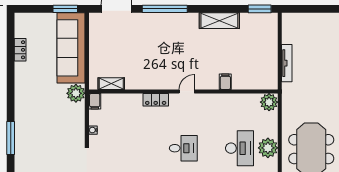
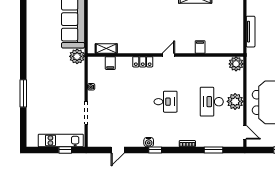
locker: (20, 50) -> (31, 21), removed
filing cabinet: (95, 101) -> (110, 63), moved
desk: (240, 148) -> (212, 102), turned 180

